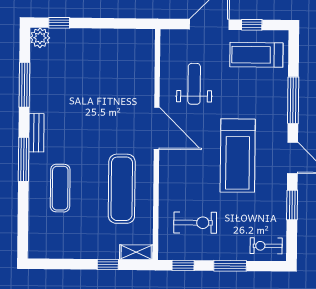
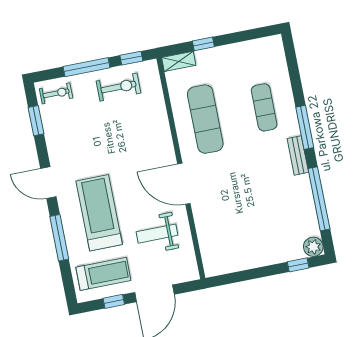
weight bench: (194, 84) -> (157, 234), turned 90
window: (24, 85) -> (319, 199), width x1.46
treadmill: (238, 156) -> (99, 213), moved
window: (292, 205) -> (36, 121), moved
exercise bike: (195, 223) -> (118, 87), moved, turned 180
window: (230, 266) -> (86, 67), width x1.44

